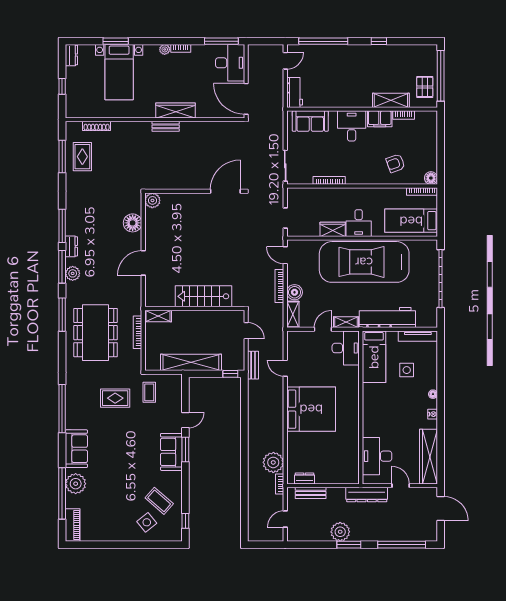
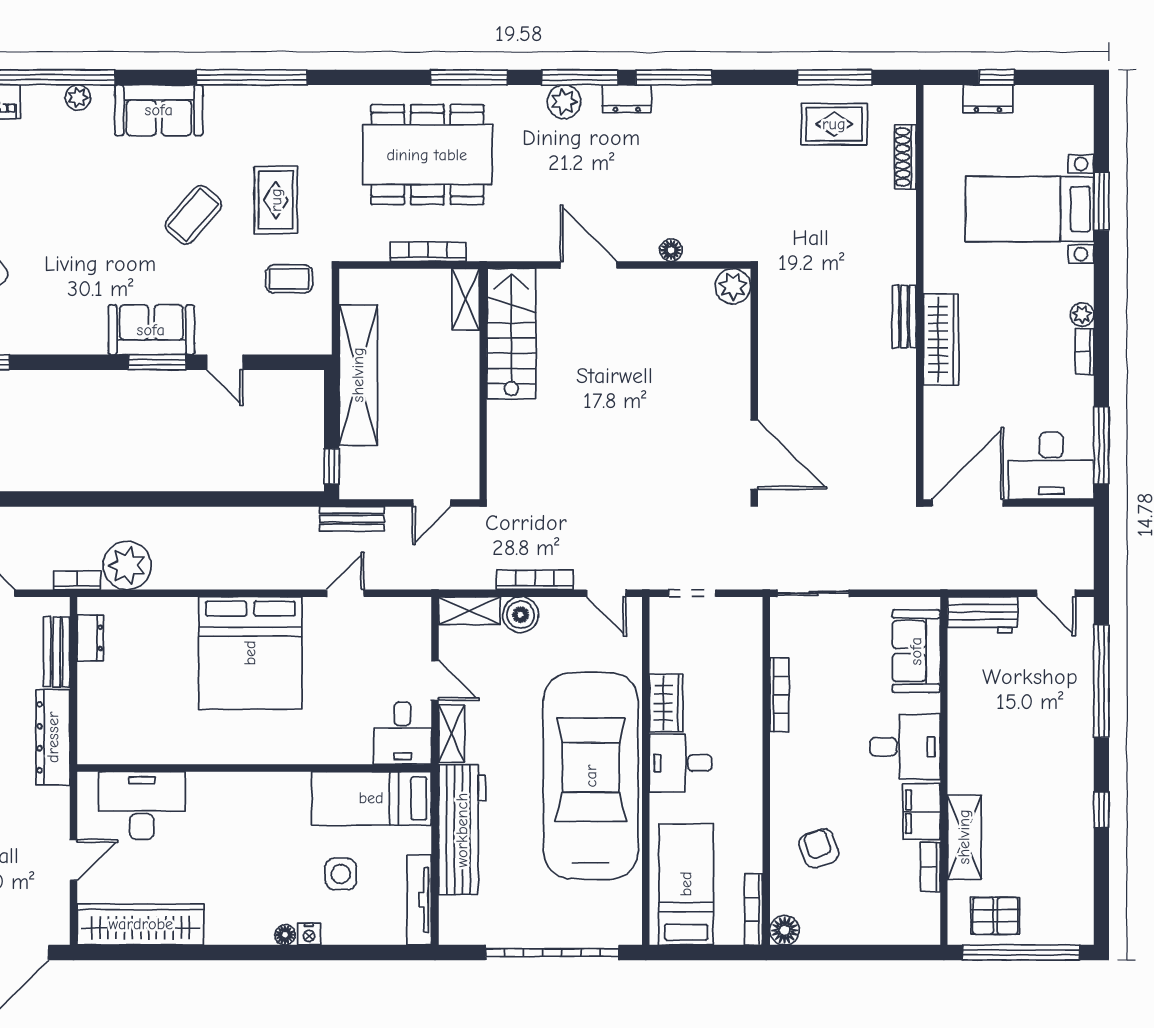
dresser: (71, 55) -> (988, 99), moved
floor lamp: (133, 223) -> (671, 250), width x0.53, depth x0.53
door: (285, 255) -> (606, 593), swing flipped
stairs: (203, 296) -> (511, 334), moved
desk: (346, 348) -> (402, 733), width x0.73
nightstand: (433, 414) -> (309, 934), moved
plant: (76, 484) -> (78, 98), width x0.53, depth x0.53
dresser: (367, 495) -> (53, 737), moved
coffee table: (159, 501) -> (193, 215), moved

